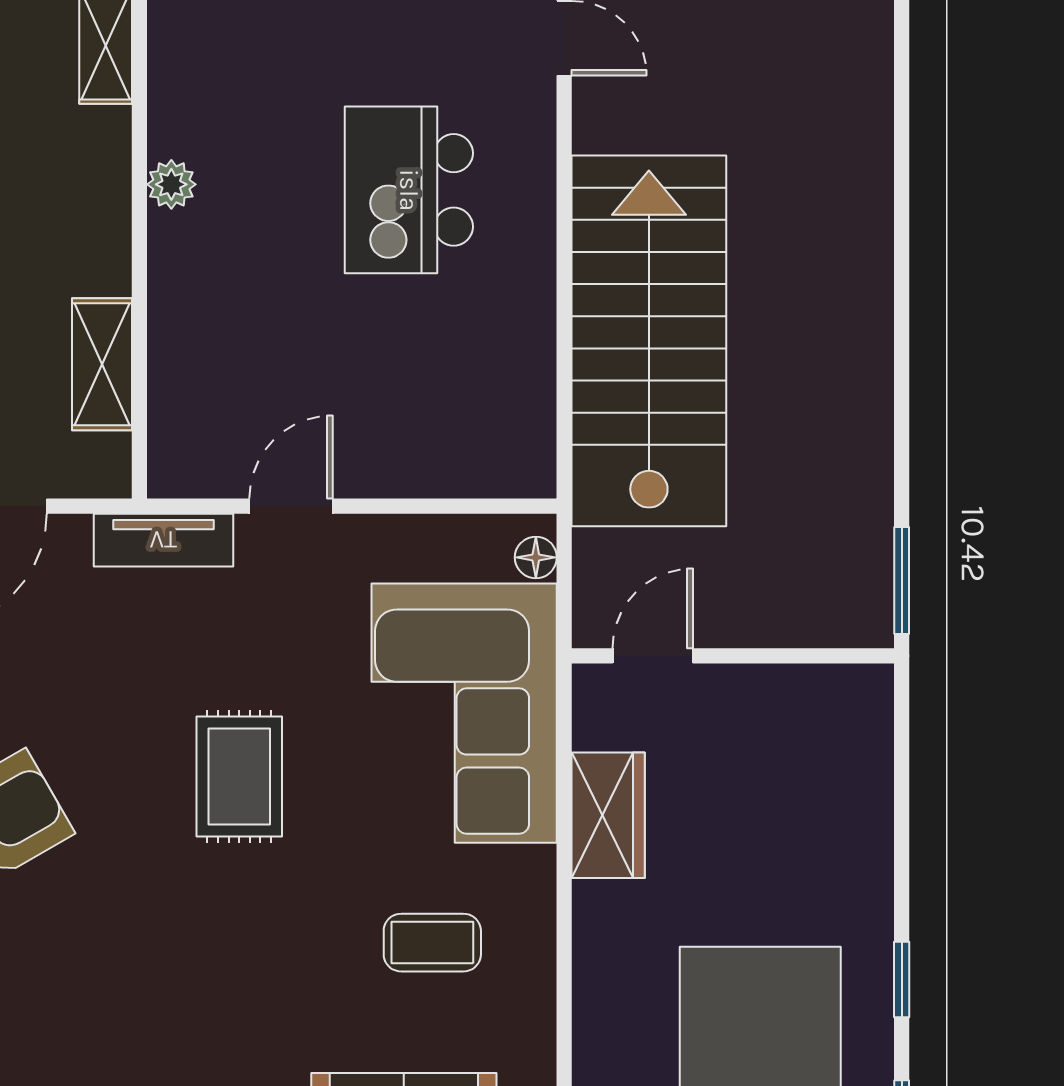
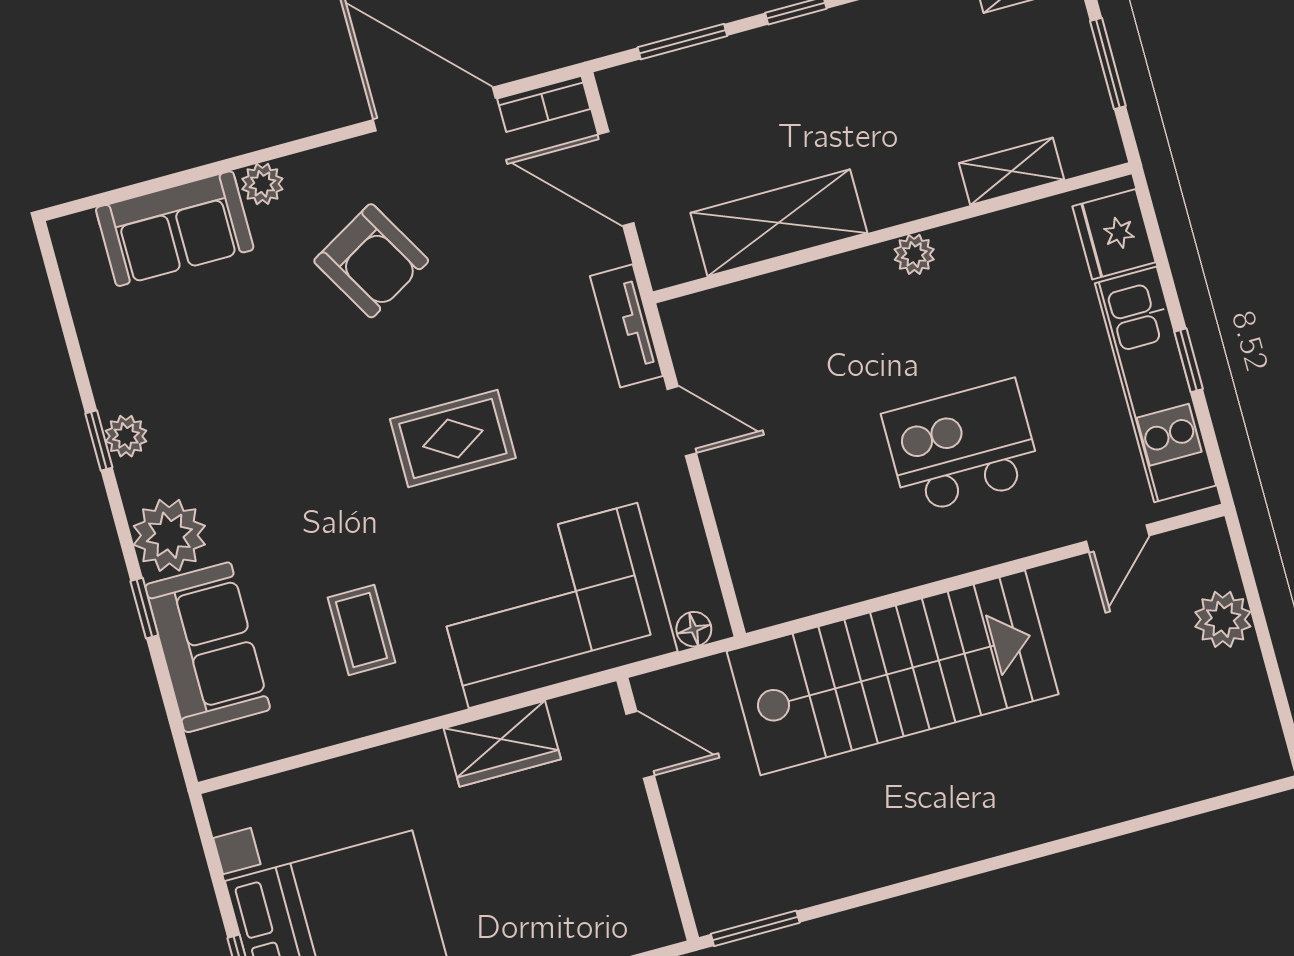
shelving: (102, 364) -> (779, 223), width x1.50, depth x1.33

